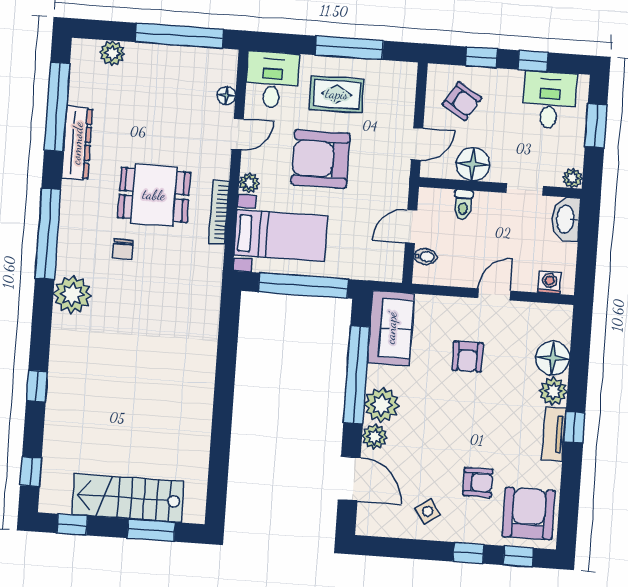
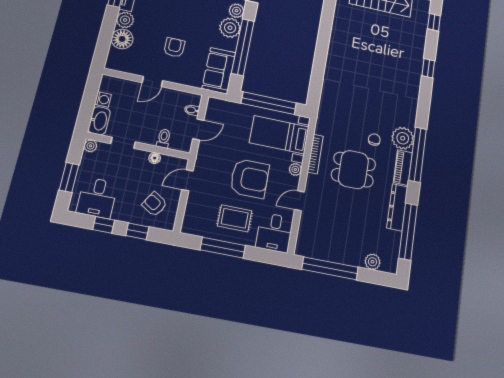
floor lamp: (226, 95) -> (304, 226), removed
floor lamp: (473, 164) -> (155, 158), width x0.53, depth x0.53
piano: (72, 209) -> (403, 168), added
washing machine: (549, 283) -> (103, 99), moved, turned -90
plant: (72, 295) -> (403, 138), moved

